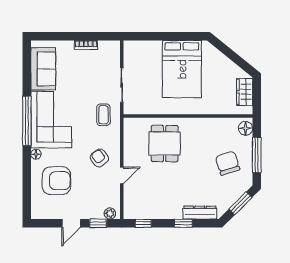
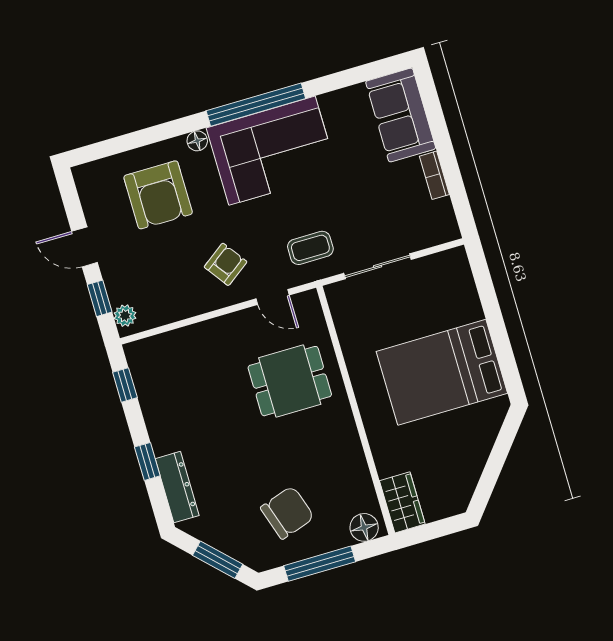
sofa: (43, 69) -> (401, 115), moved, turned 90
wardrobe: (245, 92) -> (402, 502), moved, turned 90
door: (122, 175) -> (273, 297), moved

